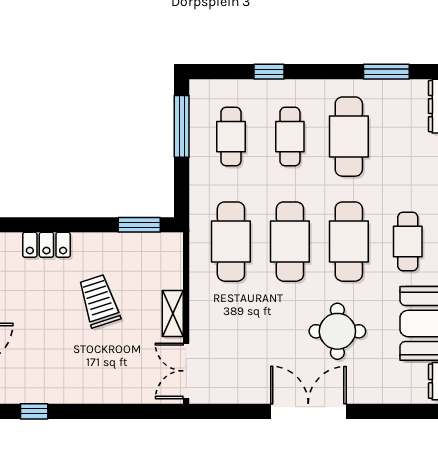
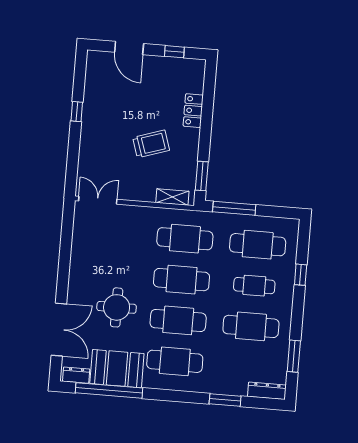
window: (182, 126) -> (234, 208), moved
cafe table: (231, 137) -> (258, 245), width x1.37, depth x1.35
cafe table: (408, 242) -> (175, 361), width x1.37, depth x1.35
shelving: (173, 314) -> (172, 197), moved
window: (34, 411) -> (77, 112), moved
double door: (308, 411) -> (59, 330), moved

